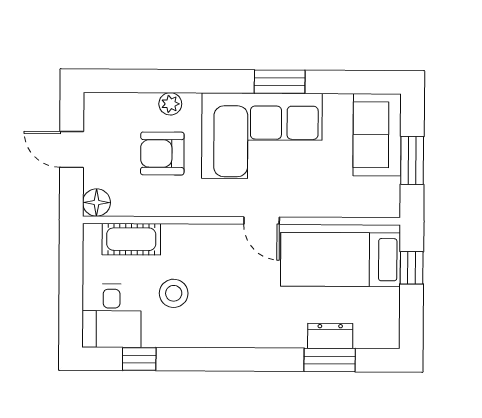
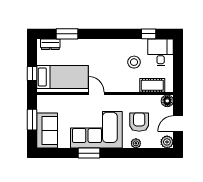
plant: (98, 107) -> (167, 142), added
door: (72, 149) -> (178, 124), swing flipped
armchair: (162, 154) -> (139, 122), turned -90
dresser: (330, 336) -> (50, 44), moved

